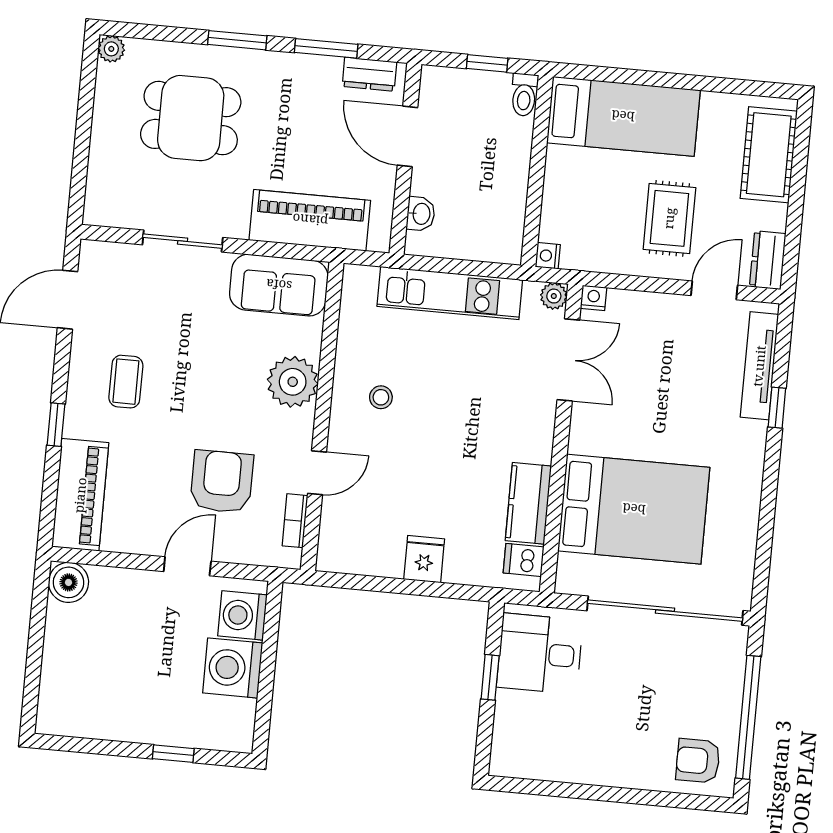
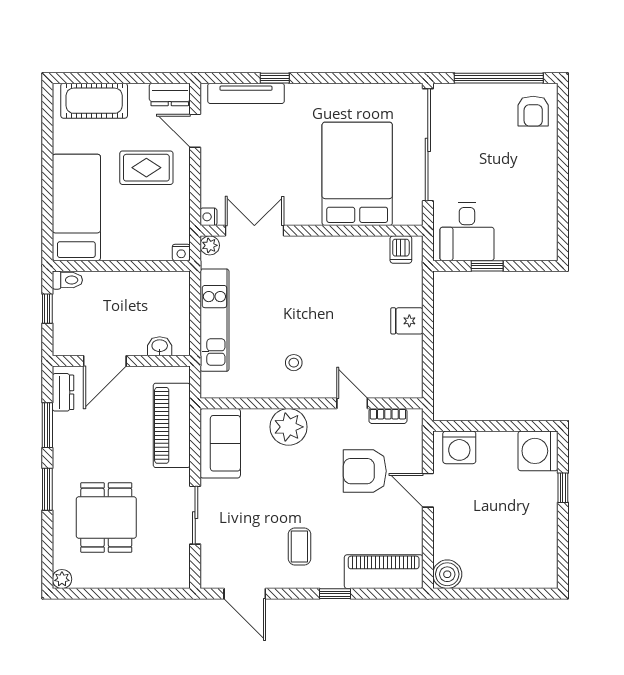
coffee table: (126, 382) -> (299, 546), turned 90
kitchen counter: (528, 503) -> (360, 250), removed
washing machine: (233, 668) -> (538, 451), moved, turned 90

